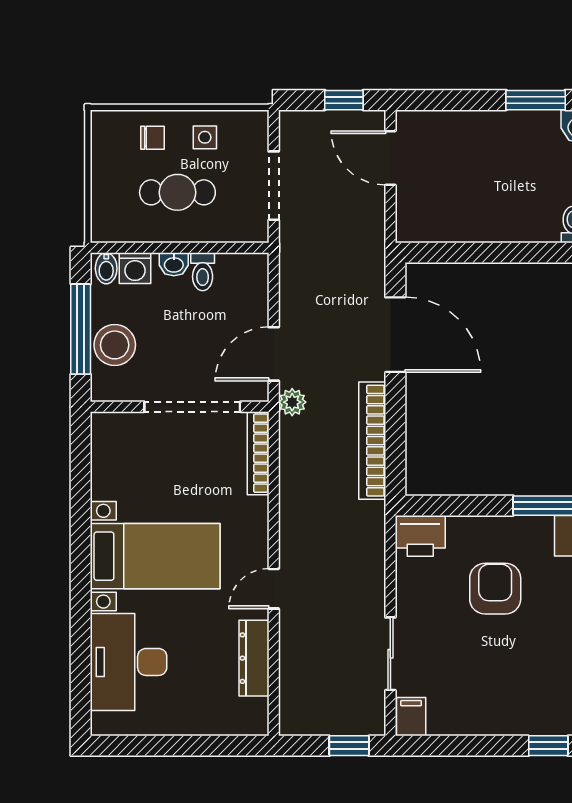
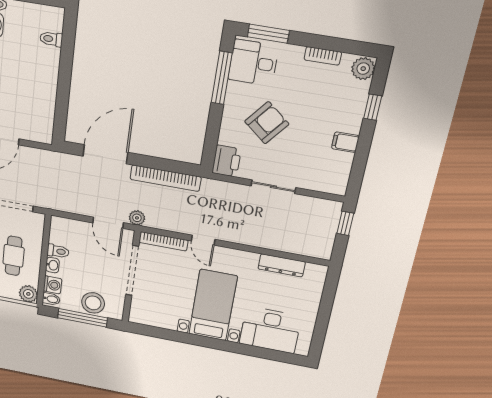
plant: (108, 226) -> (28, 294), added
door: (274, 589) -> (203, 240), moved
armchair: (495, 589) -> (267, 123), turned 129
sliding door: (390, 654) -> (273, 187), moved
filing cabinet: (411, 717) -> (345, 142), moved

